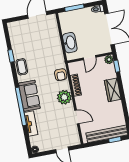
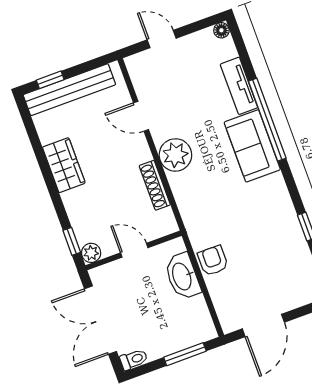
door: (89, 58) -> (134, 250), hinge flipped
coffee table: (22, 67) -> (279, 207), removed
armchair: (61, 75) -> (213, 261), moved
wardrobe: (113, 90) -> (64, 165), moved

